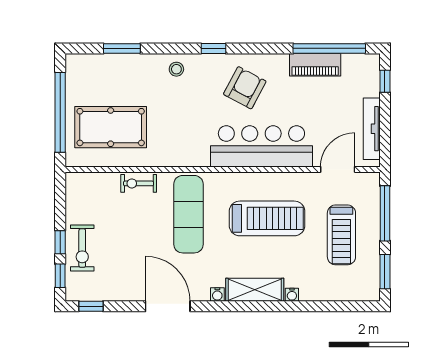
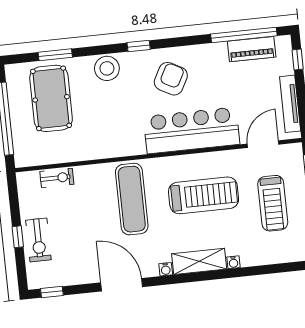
piano: (315, 65) -> (252, 49), moved
stool: (176, 69) -> (107, 68), width x1.89, depth x1.89
pool table: (111, 127) -> (51, 98), moved, turned 90
exercise bike: (139, 183) -> (57, 178), moved, turned 180
window: (60, 276) -> (21, 267), removed

